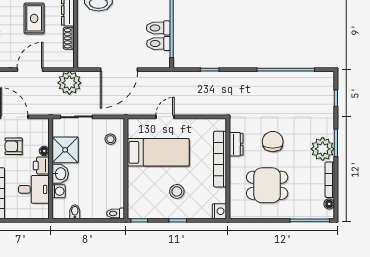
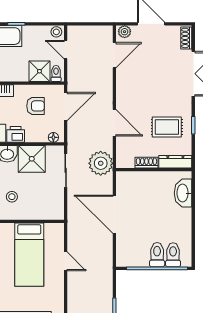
toilet: (158, 44) -> (173, 255), moved
stool: (110, 139) -> (12, 197), moved
armchair: (14, 146) -> (35, 106), turned 90
floor lamp: (44, 151) -> (53, 137), moved

